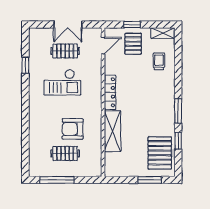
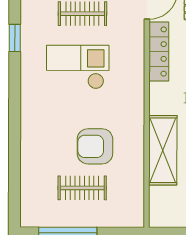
checkout: (62, 82) -> (78, 67), turned 180
locker: (110, 92) -> (159, 52), moved

